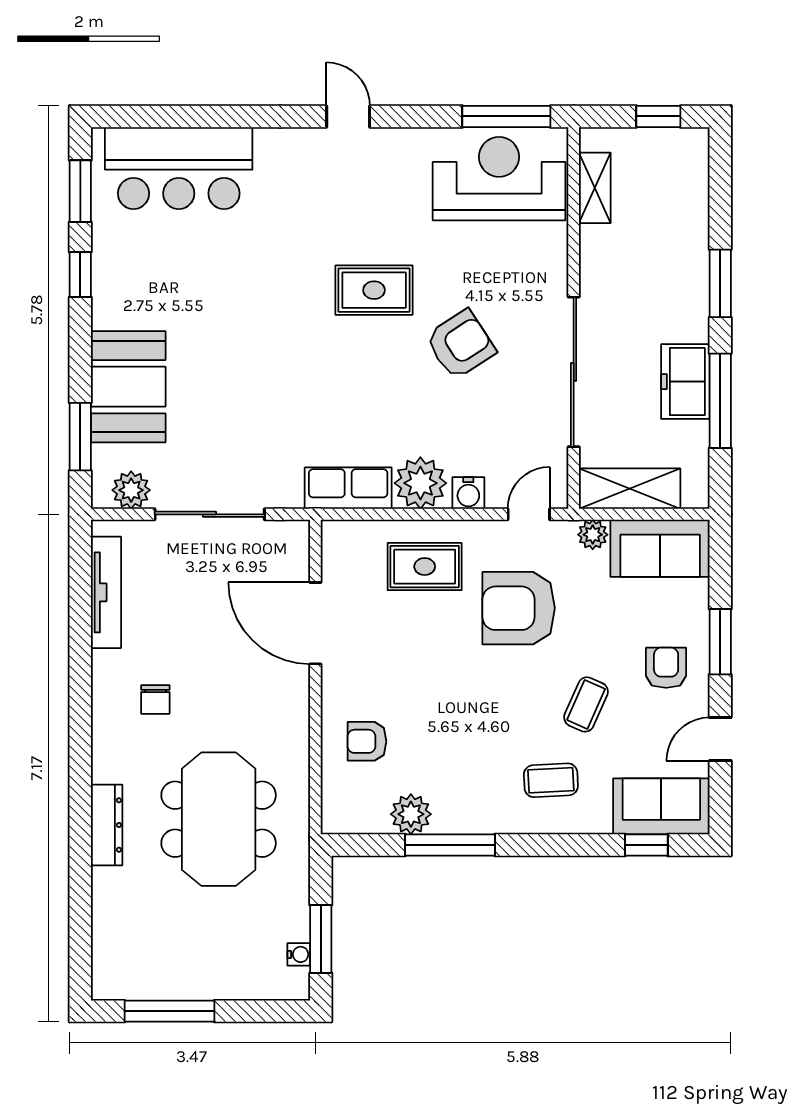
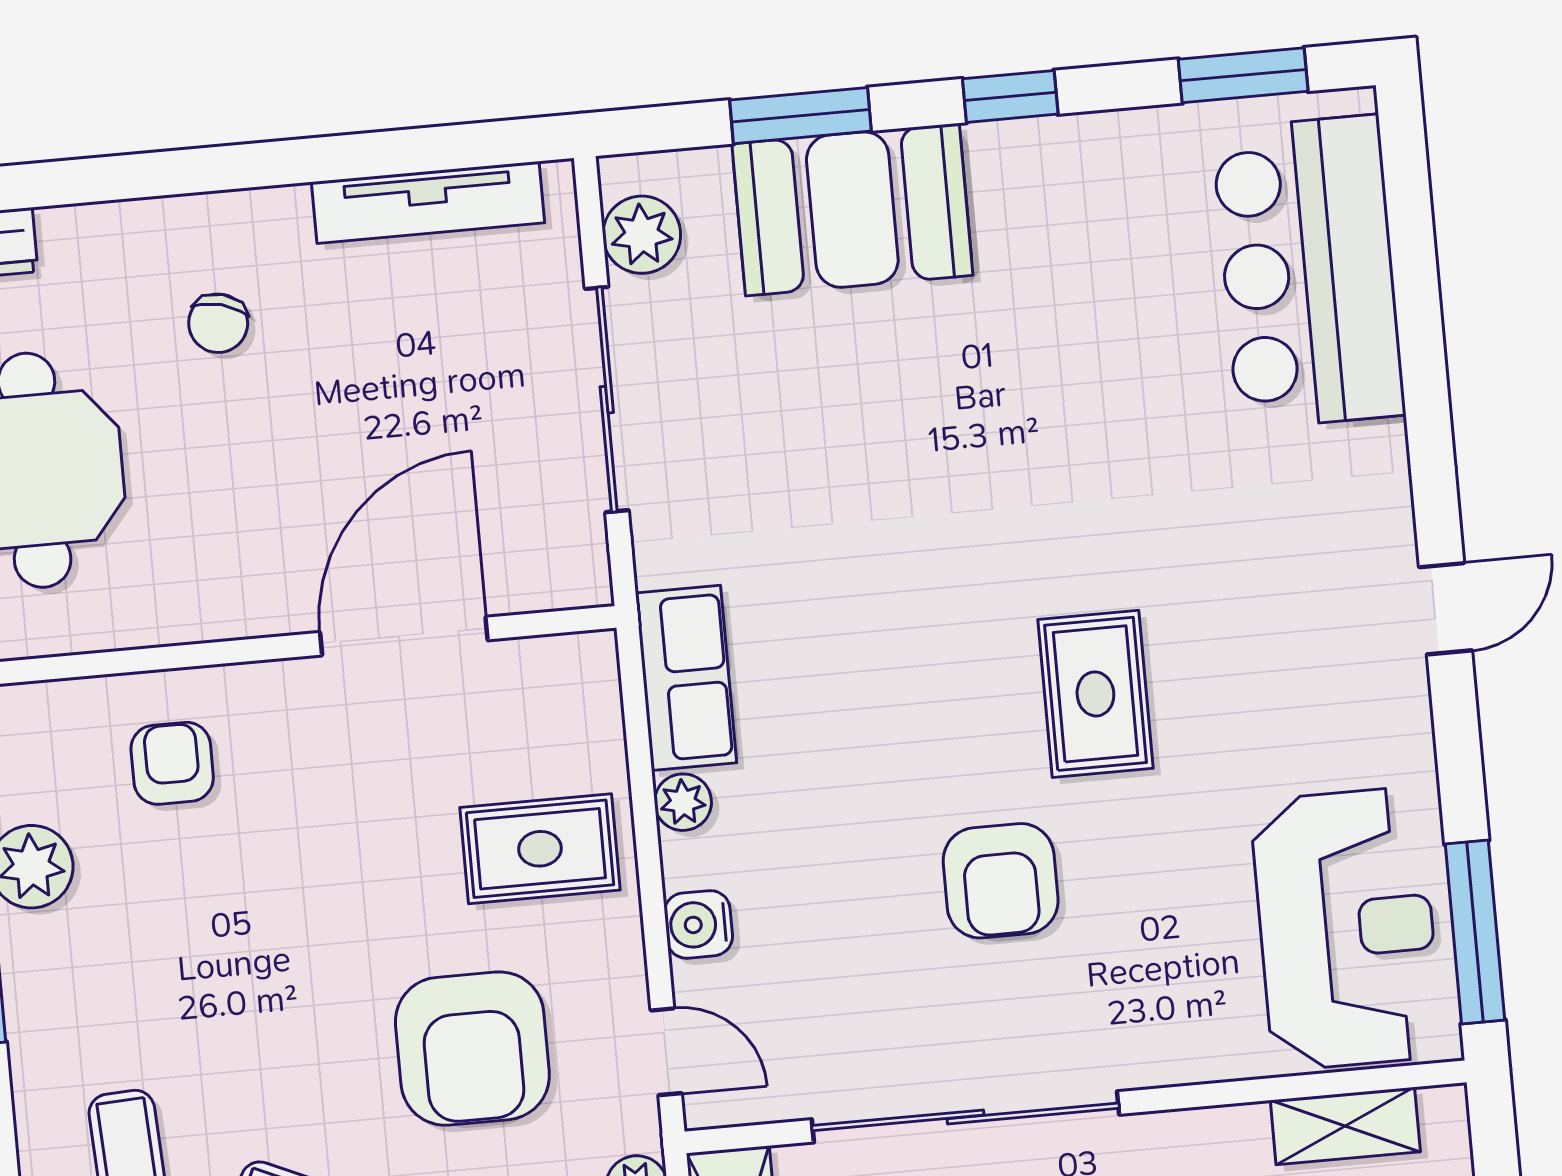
window: (80, 275) -> (1010, 96), moved
armchair: (461, 344) -> (1001, 881), turned 33
window: (80, 437) -> (800, 116), moved
plant: (420, 483) -> (683, 802), width x0.53, depth x0.53
rug: (425, 567) -> (540, 849), turned 90
armchair: (519, 608) -> (472, 1049), turned 180
chair: (155, 700) -> (218, 323), turned -75

